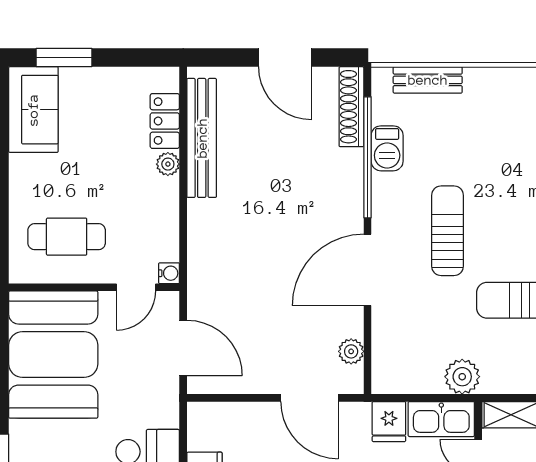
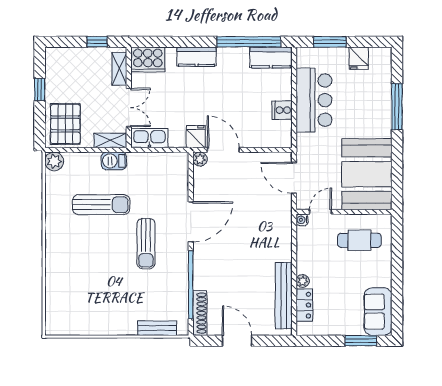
barbecue: (387, 148) -> (114, 161), moved, turned -90
plant: (351, 351) -> (200, 159), moved
plant: (462, 377) -> (138, 162), removed
fridge: (389, 422) -> (196, 137), moved

